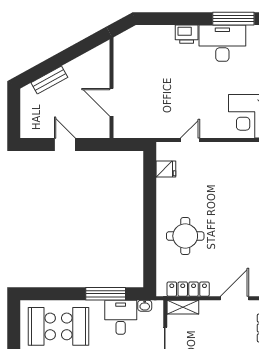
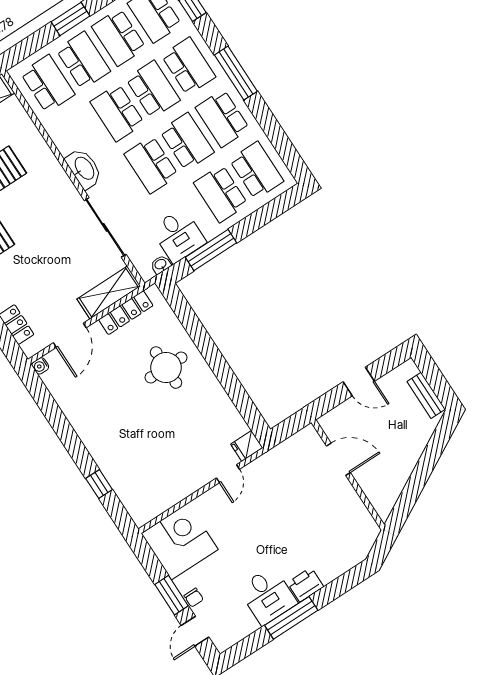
window: (233, 19) -> (291, 618), moved
desk: (222, 43) -> (268, 596), width x0.73
bench: (49, 80) -> (426, 395), moved, turned -61
fridge: (166, 169) -> (247, 446), moved
shelving: (183, 307) -> (109, 293), width x1.50, depth x1.33

